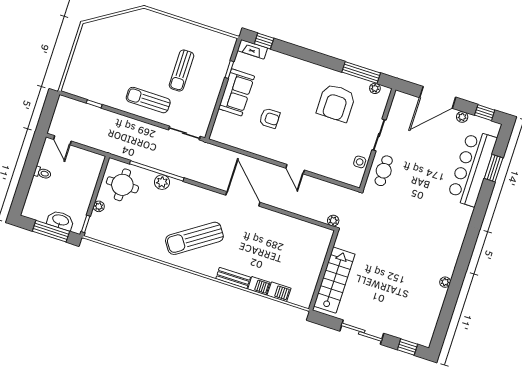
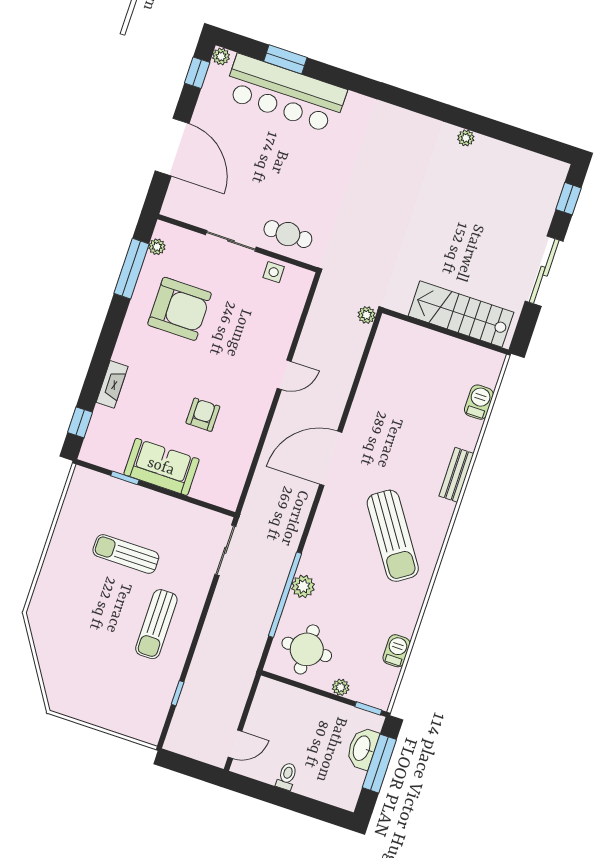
fireplace: (252, 49) -> (112, 384), moved
sun lounger: (181, 70) -> (126, 554), turned 180
sun lounger: (148, 100) -> (156, 624), moved
plant: (462, 117) -> (221, 56), moved
barbecue: (259, 286) -> (396, 651), moved

